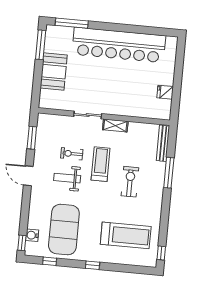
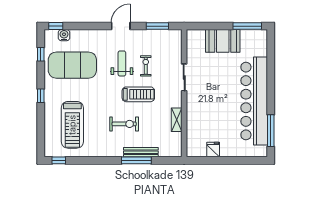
window: (72, 23) -> (271, 131), moved
shelving: (115, 126) -> (177, 120), moved
bench: (163, 143) -> (141, 152), moved

